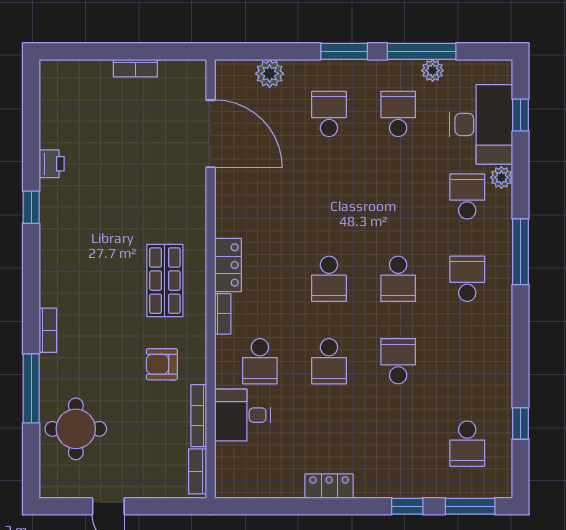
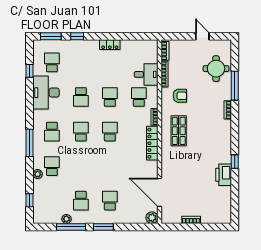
plant: (270, 74) -> (152, 218), moved
school desk: (329, 114) -> (110, 201), turned 180
desk: (481, 124) -> (46, 93), moved
printer: (52, 164) -> (224, 175), width x1.87, depth x1.48
school desk: (467, 196) -> (52, 166), turned 180
locker: (228, 265) -> (152, 143), width x1.53

